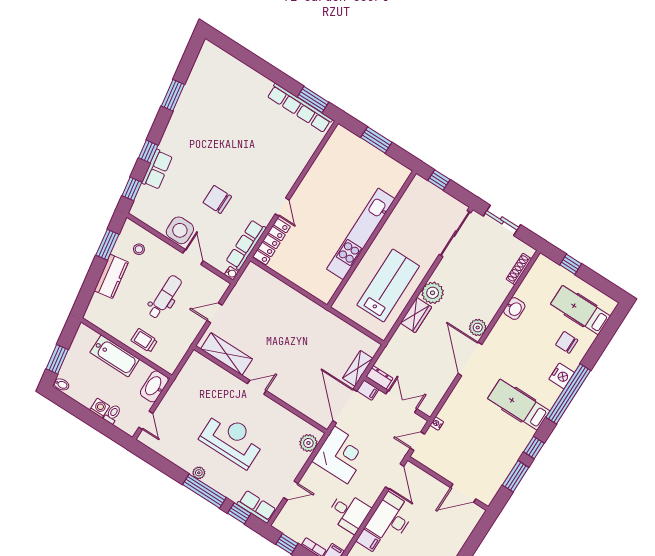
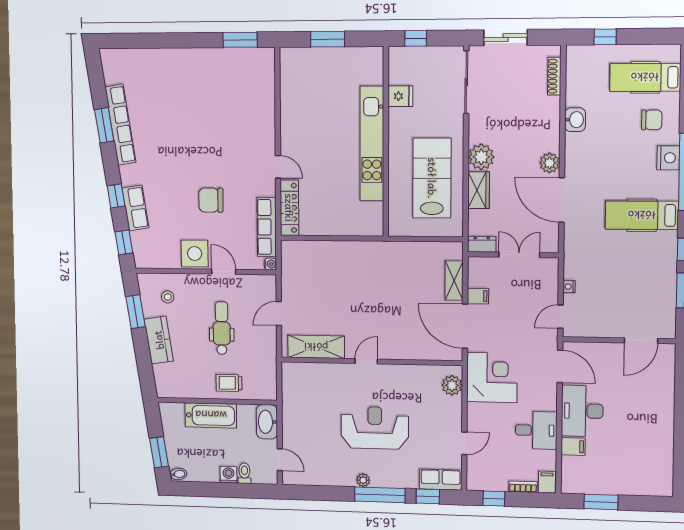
row of seats: (300, 108) -> (120, 125), moved, turned -99
fridge: (402, 213) -> (400, 96), added
chair: (567, 342) -> (652, 120), turned 180
dresser: (379, 377) -> (482, 244), moved
wall: (397, 399) -> (513, 255), moved
double door: (401, 401) -> (519, 255), moved

